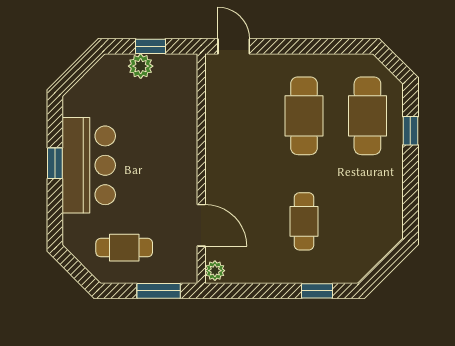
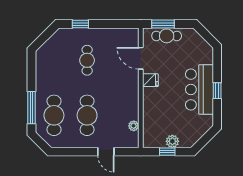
door: (234, 46) -> (106, 152), moved
window: (410, 131) -> (32, 108), width x2.17
fridge: (183, 183) -> (150, 80), added
cafe table: (124, 248) -> (167, 36), moved
plant: (215, 271) -> (134, 126), moved

